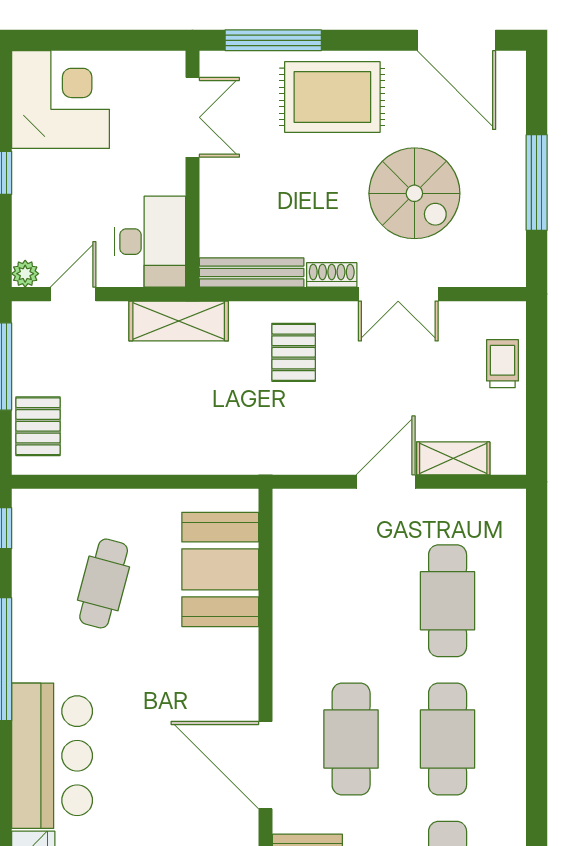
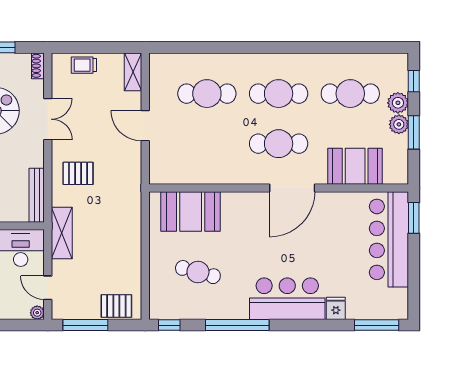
shoe rack: (332, 275) -> (38, 66), moved
shelving: (453, 458) -> (133, 72), moved

